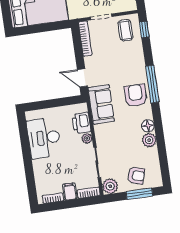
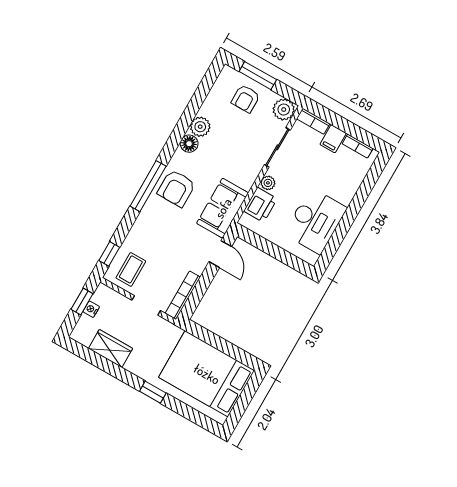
armchair: (136, 176) -> (246, 99), turned -107

